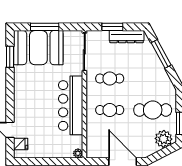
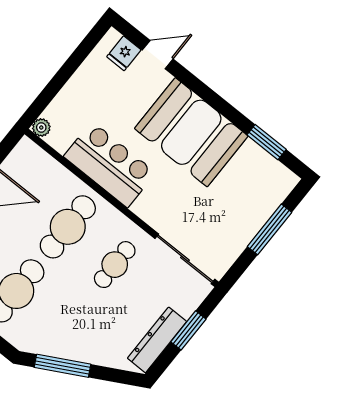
booth: (38, 48) -> (191, 132), moved, turned 90
window: (161, 54) -> (63, 366), moved
bar counter: (71, 105) -> (110, 165), width x0.73
cafe table: (110, 110) -> (68, 227), width x1.37, depth x1.35

